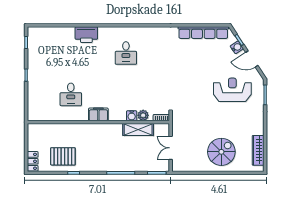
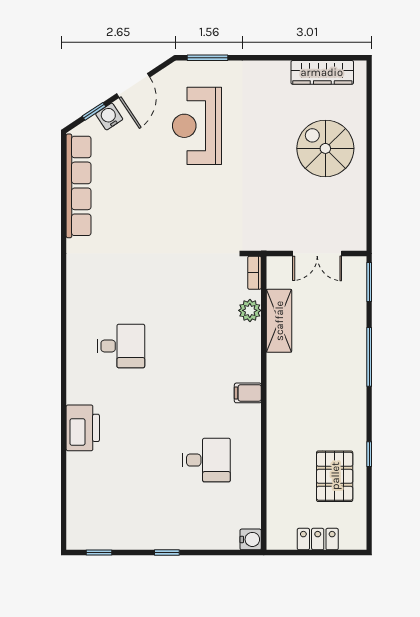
filing cabinet: (98, 114) -> (248, 393), width x0.50
water cooler: (132, 116) -> (251, 539), moved
locker: (33, 161) -> (318, 539), moved

